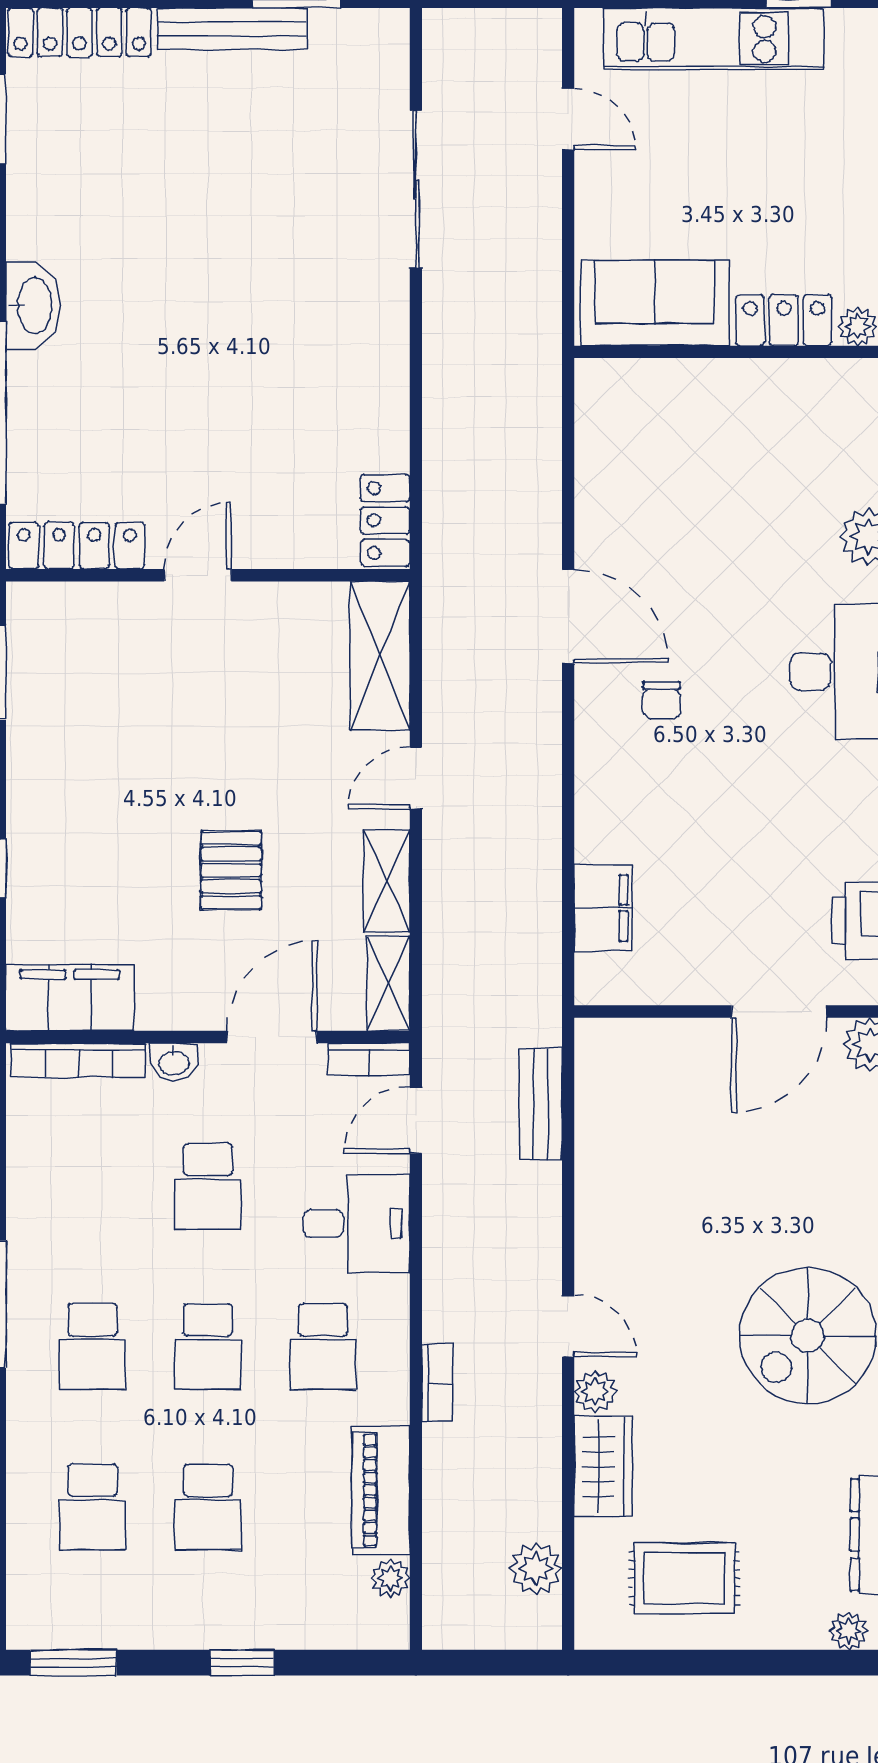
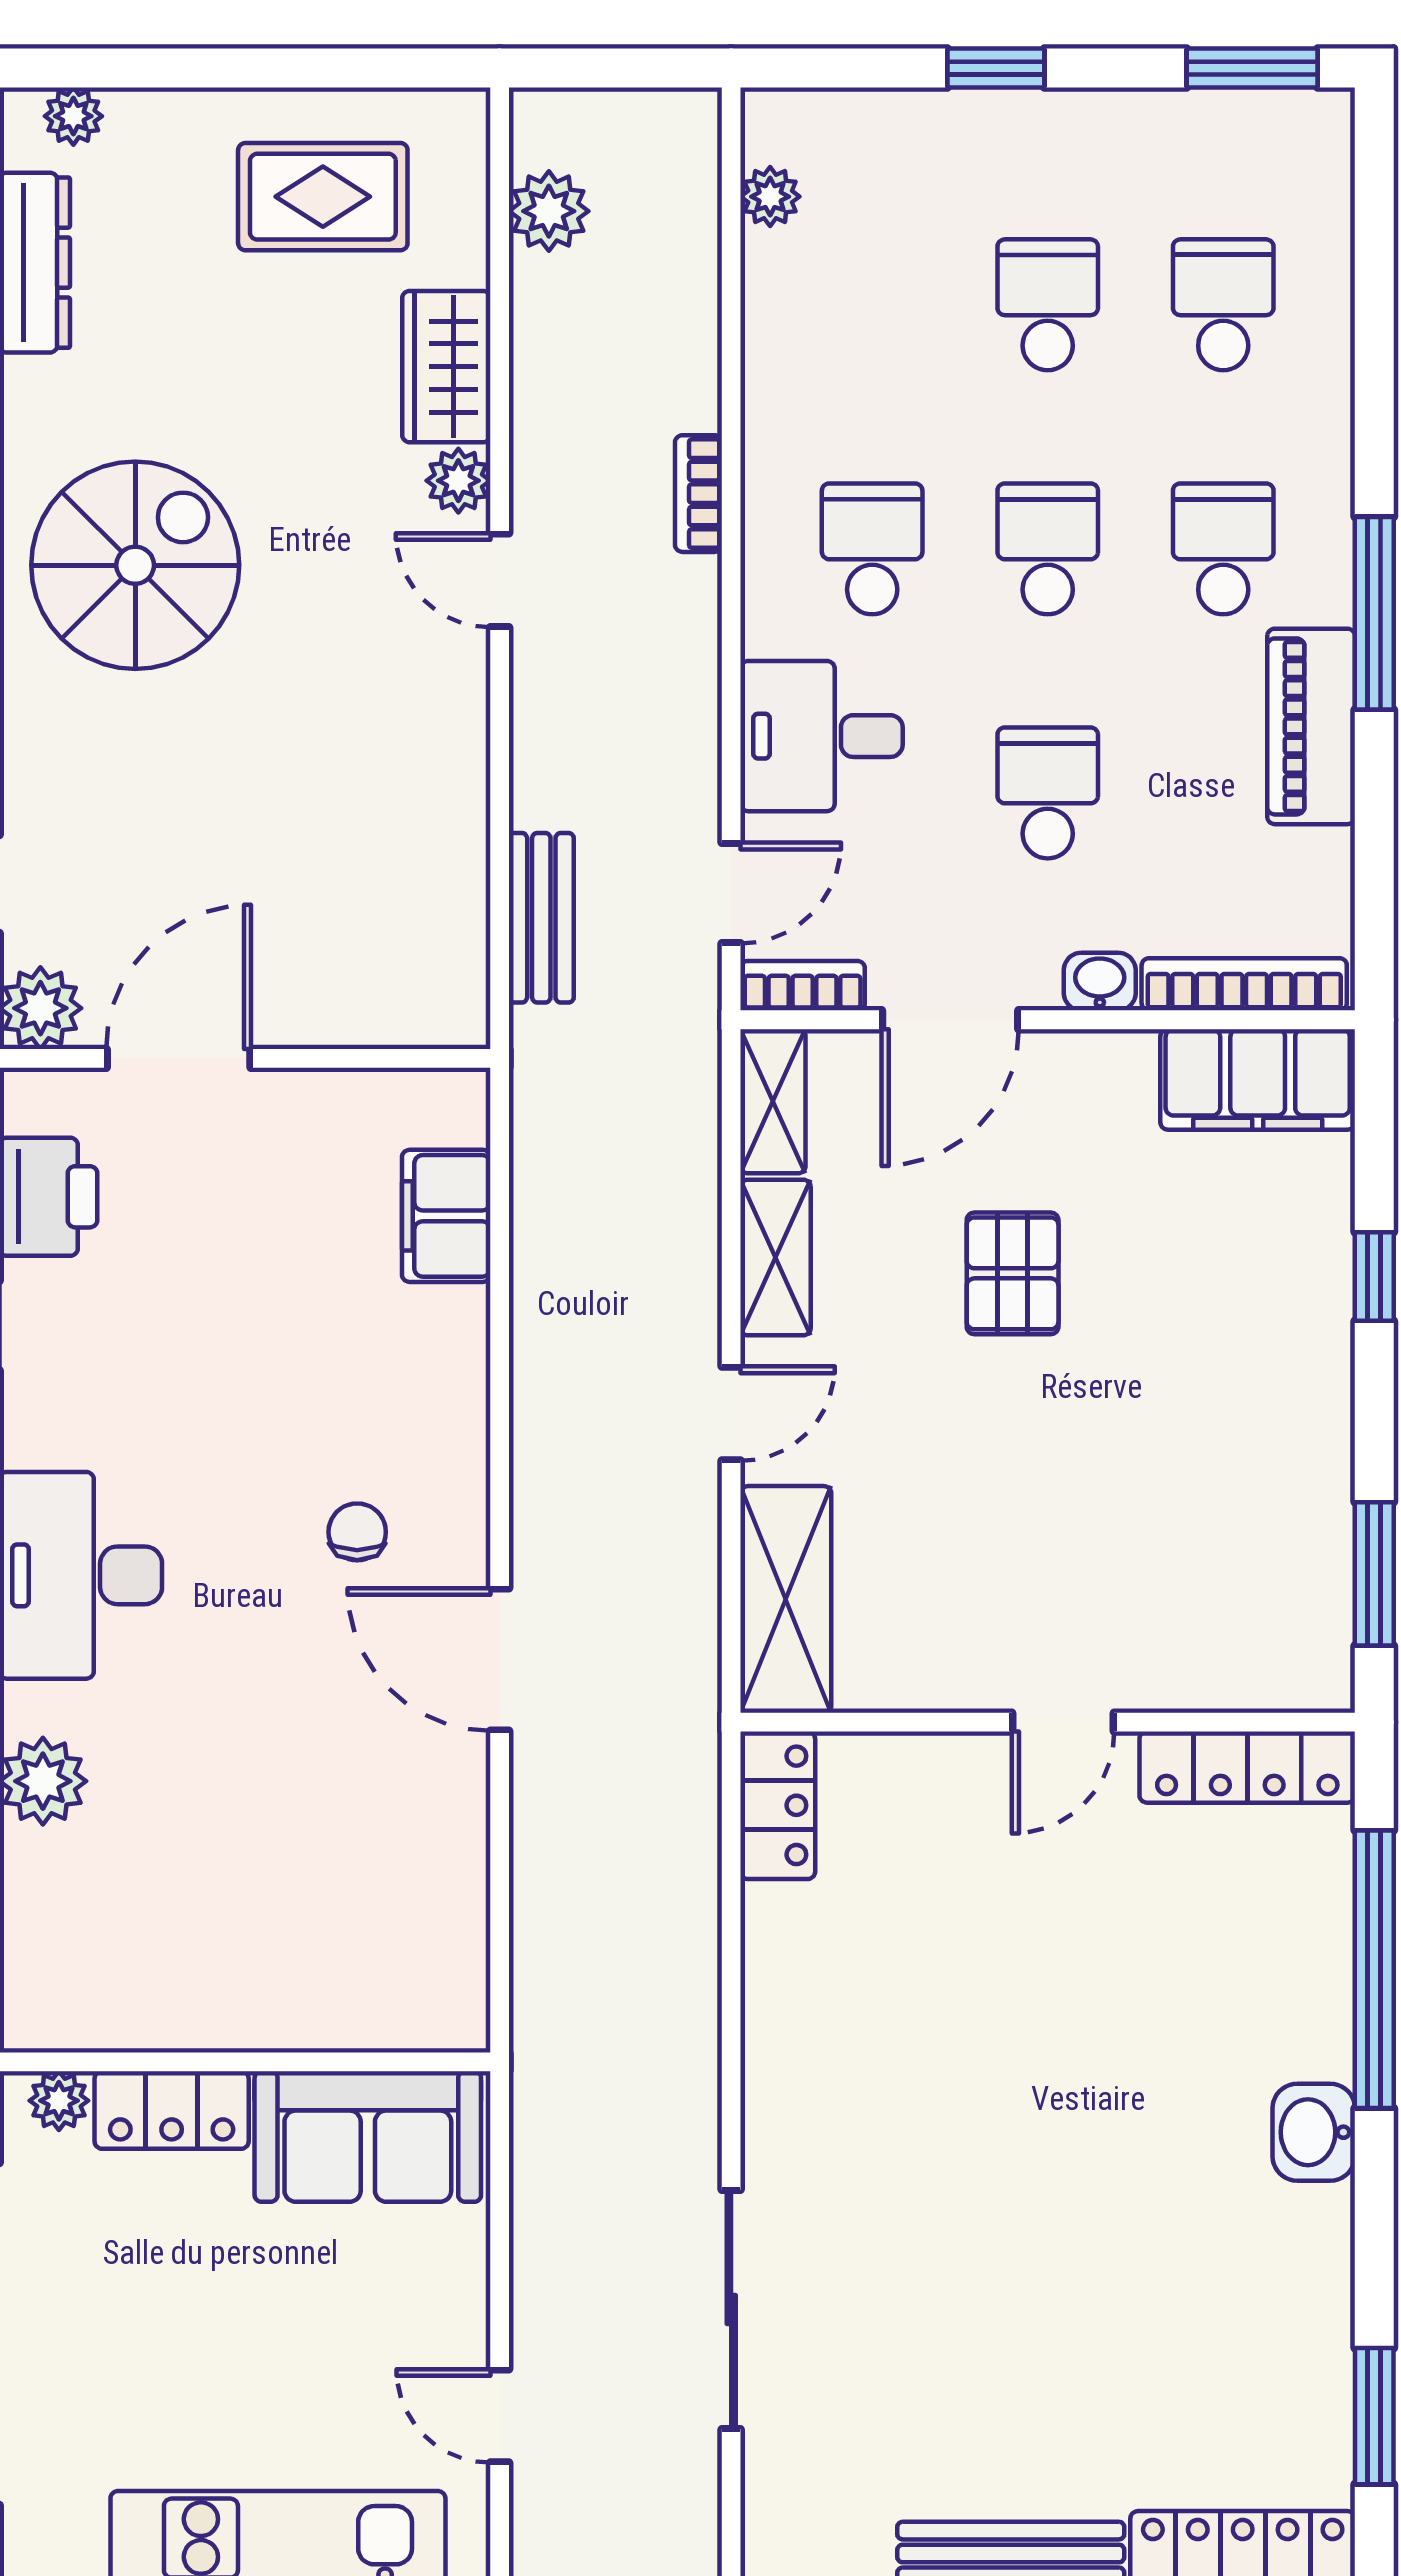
washbasin: (33, 306) -> (1314, 2132), width x0.72
piano: (381, 1490) -> (1311, 726), moved, turned 180

